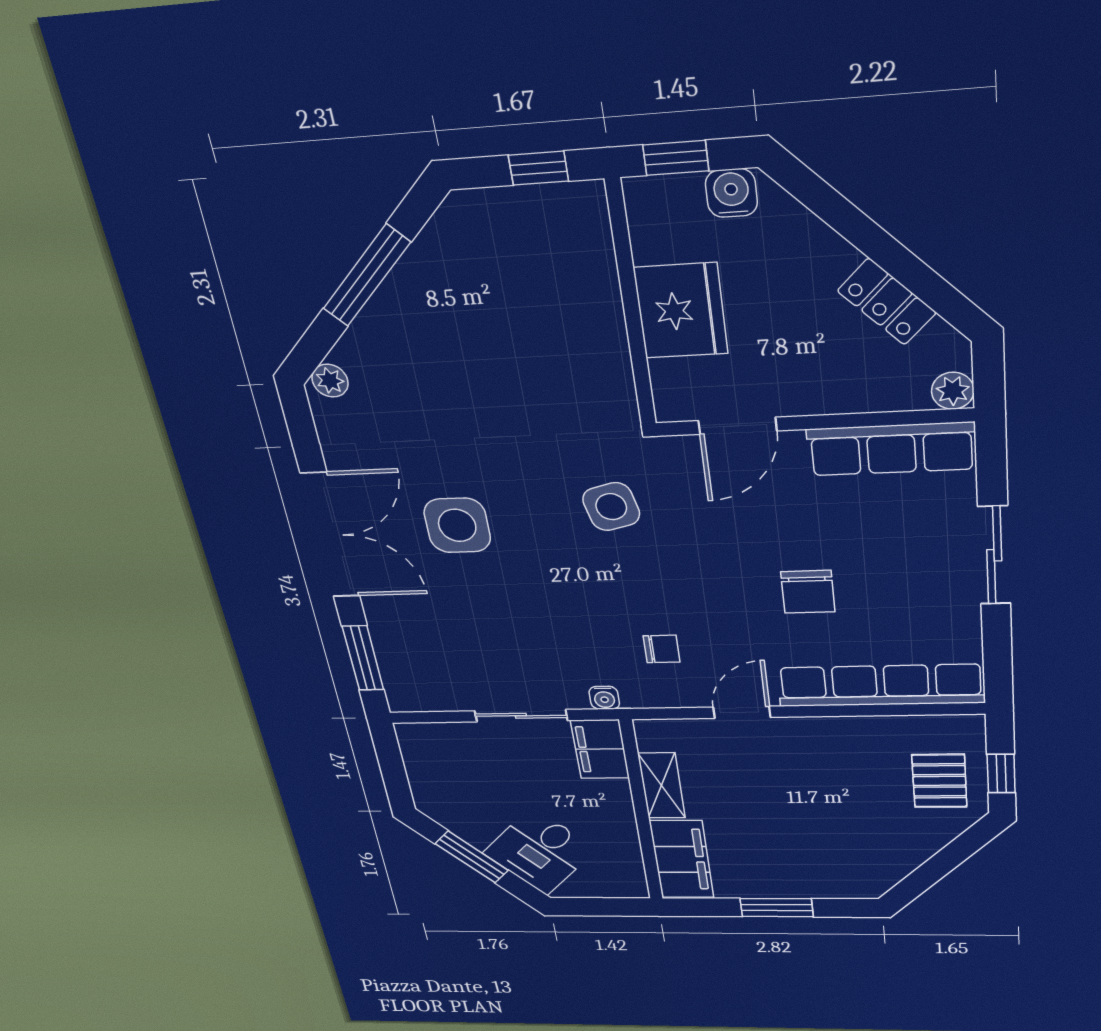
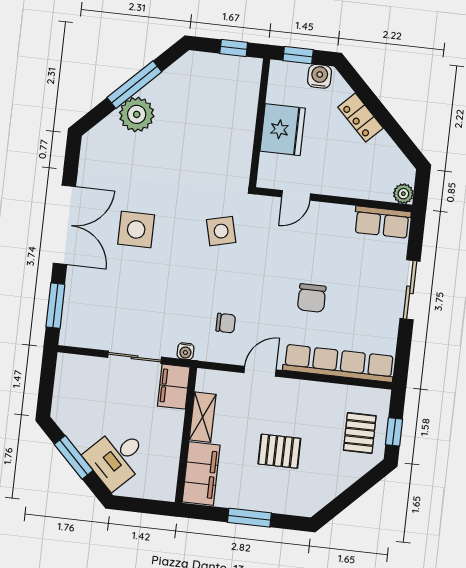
locker: (887, 302) -> (361, 118), moved
plant: (330, 381) -> (137, 114), moved, width x1.88, depth x1.88
door: (737, 426) -> (296, 195), width x0.73
row of seats: (891, 449) -> (382, 222), width x0.68
pallet: (804, 819) -> (279, 451), added

